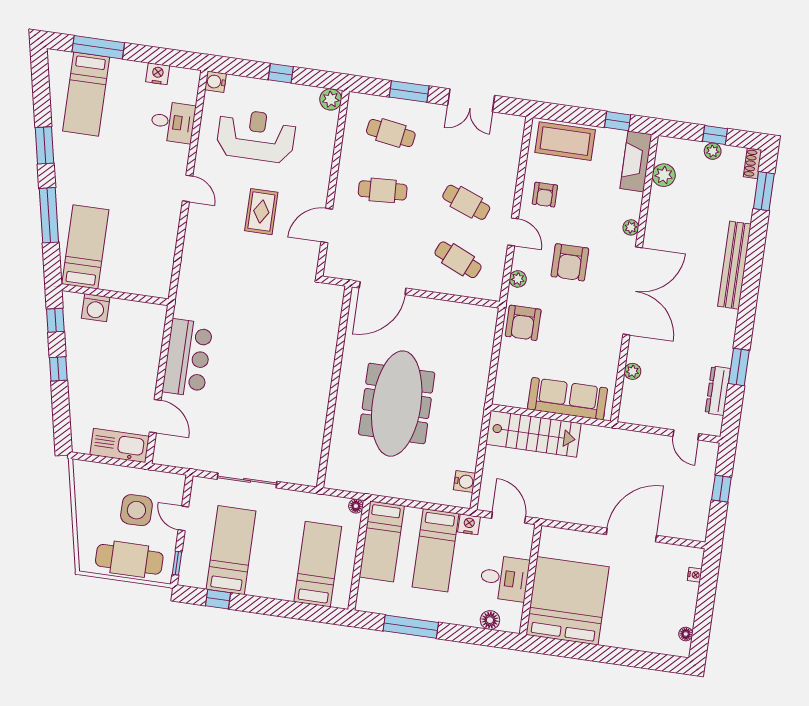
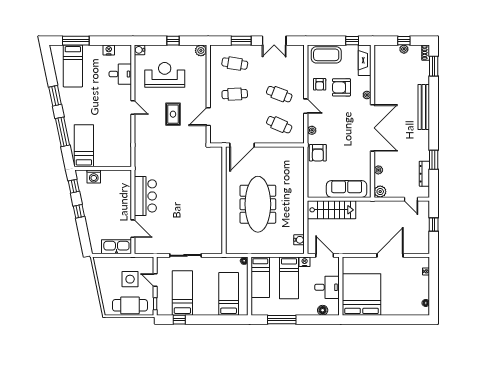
plant: (664, 175) -> (380, 192), moved
armchair: (570, 262) -> (341, 87), moved, turned 90

